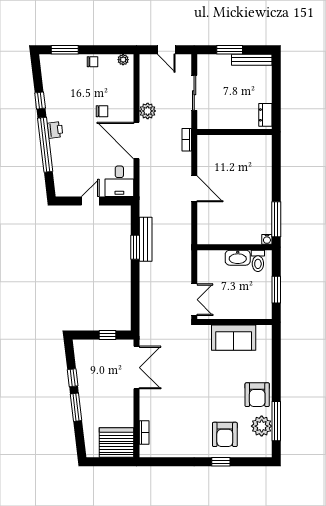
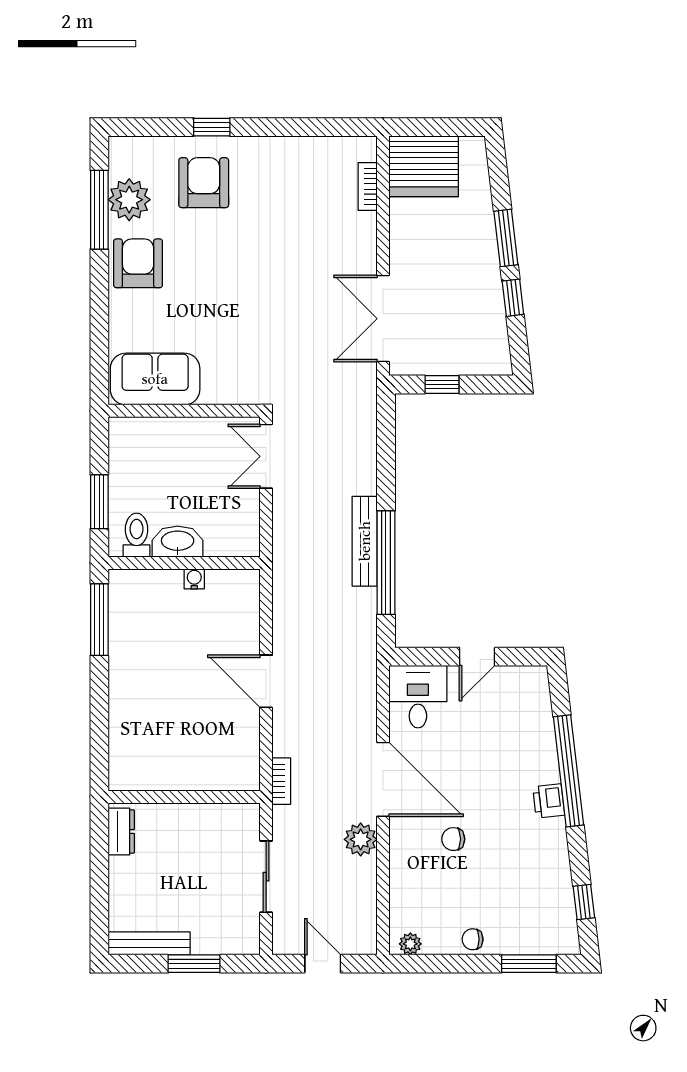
window: (40, 100) -> (584, 902), moved
bench: (146, 239) -> (365, 541), moved
water cooler: (267, 239) -> (194, 579), moved
window: (135, 247) -> (386, 563), width x2.11
window: (276, 290) -> (99, 502), moved
sofa: (234, 338) -> (155, 379), moved

